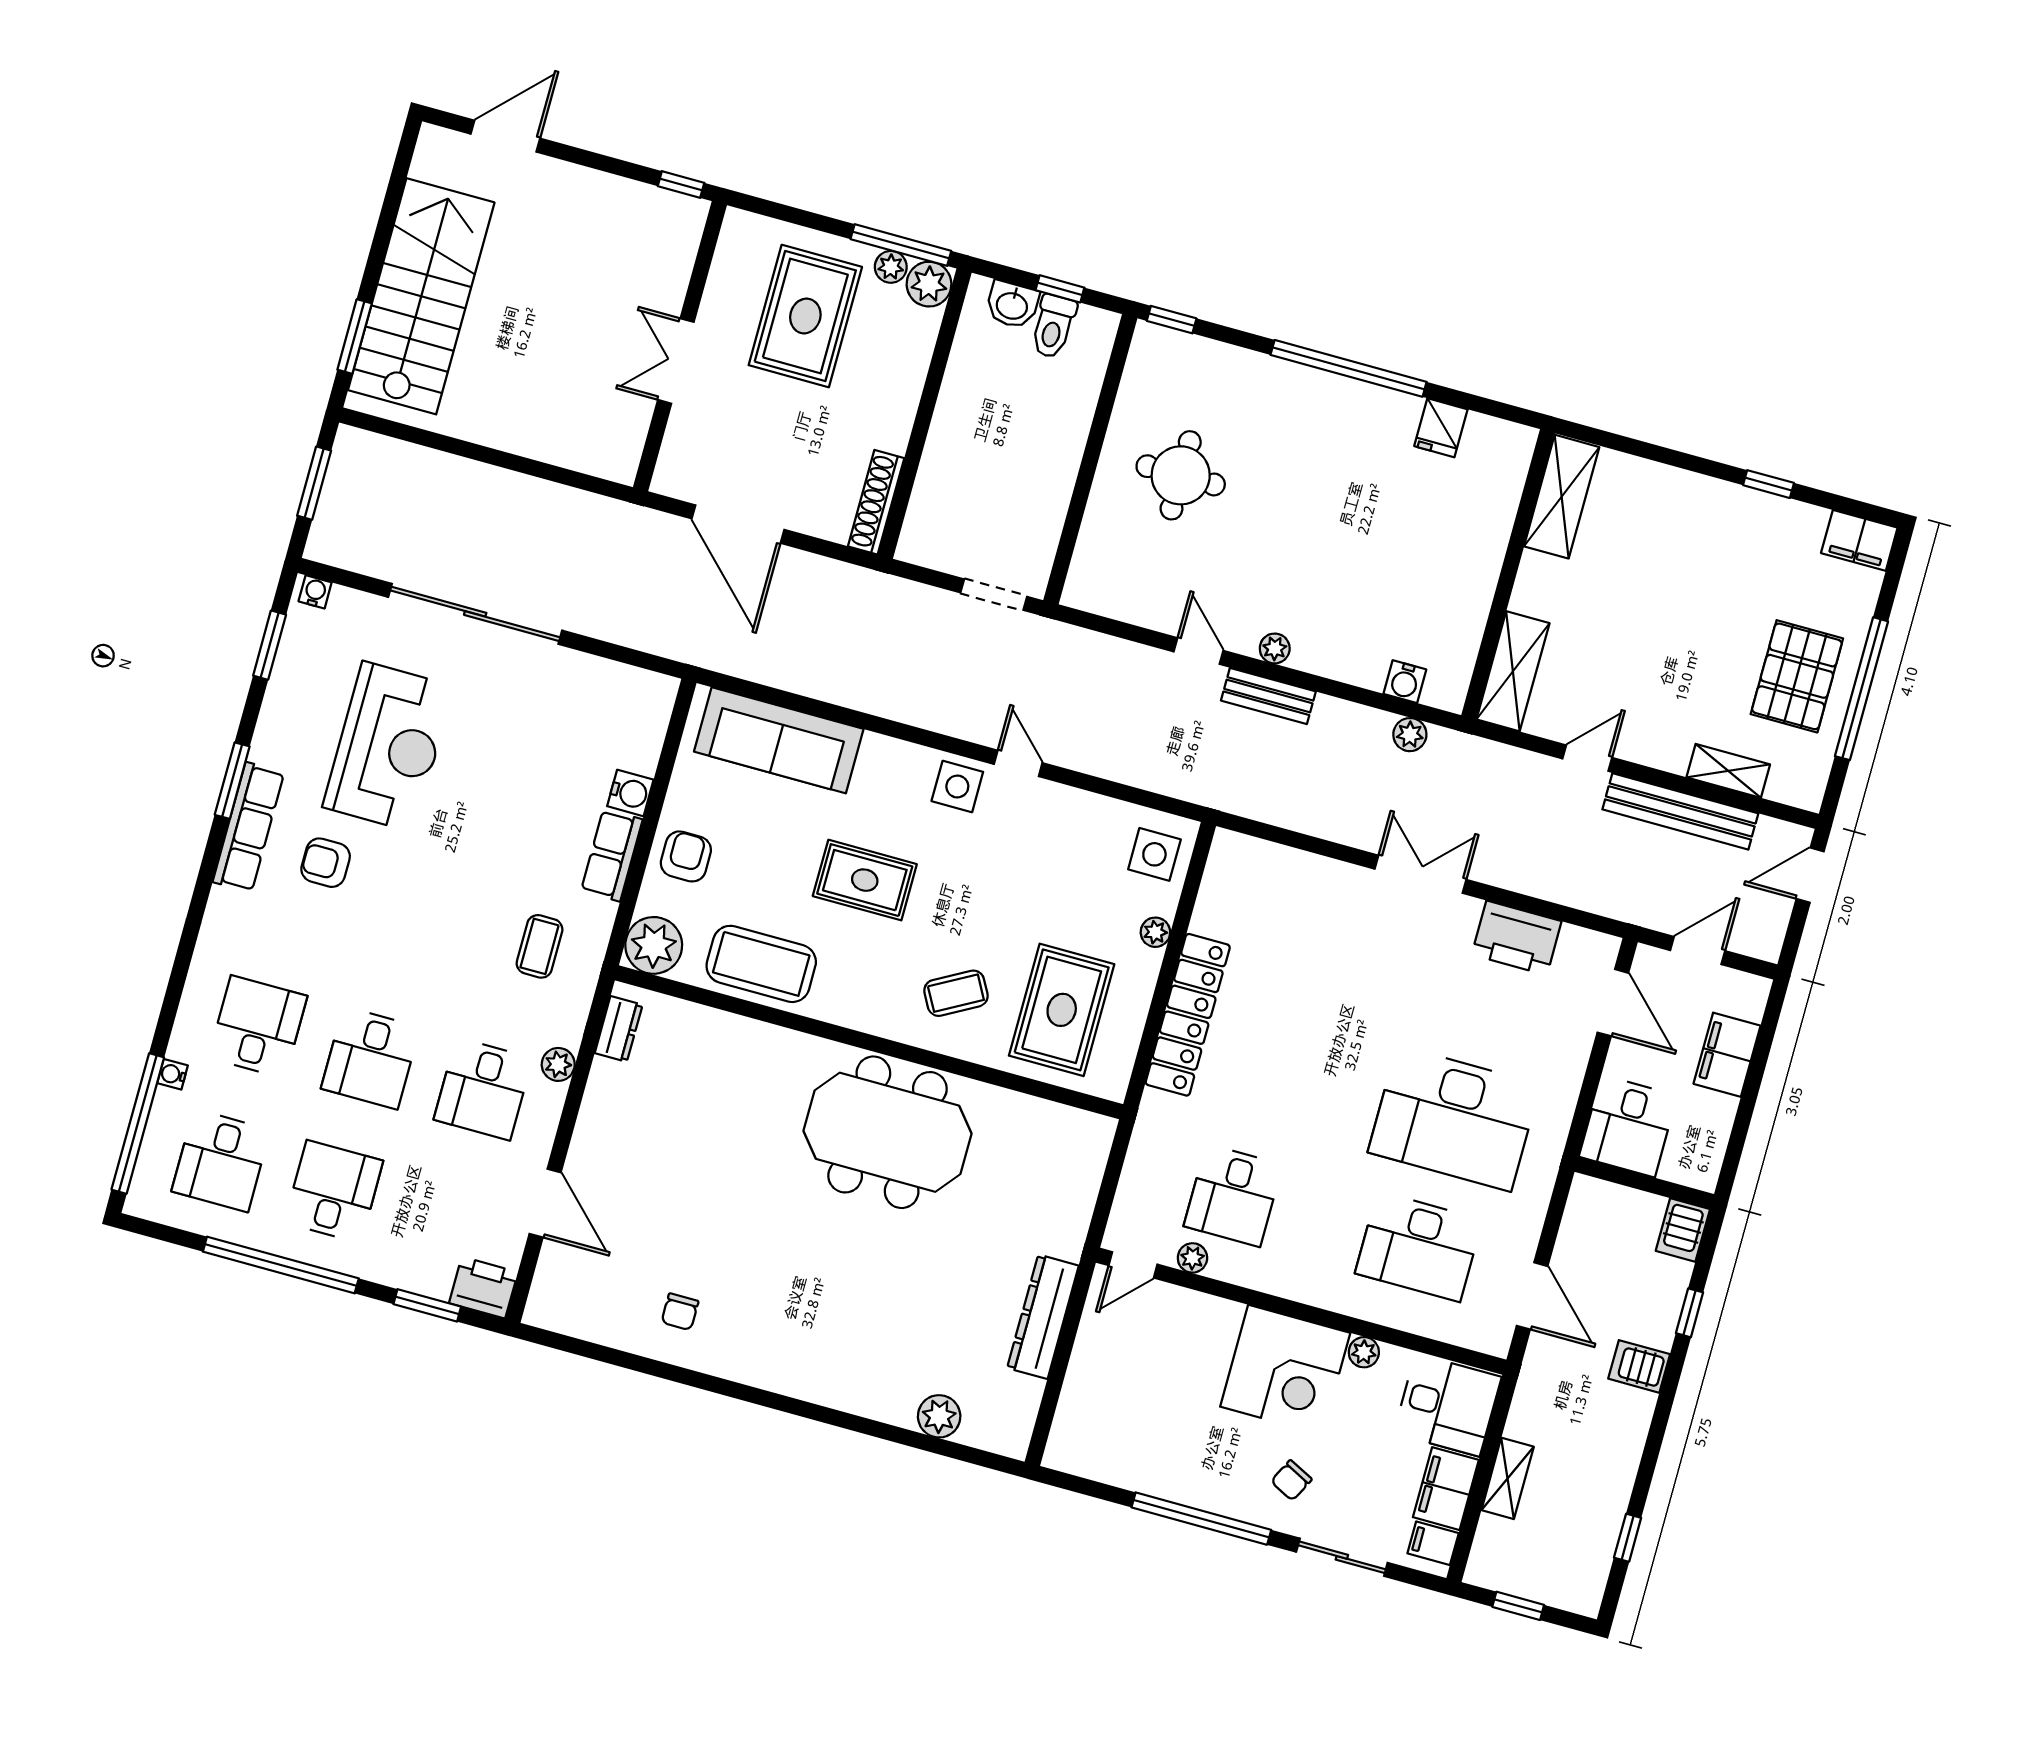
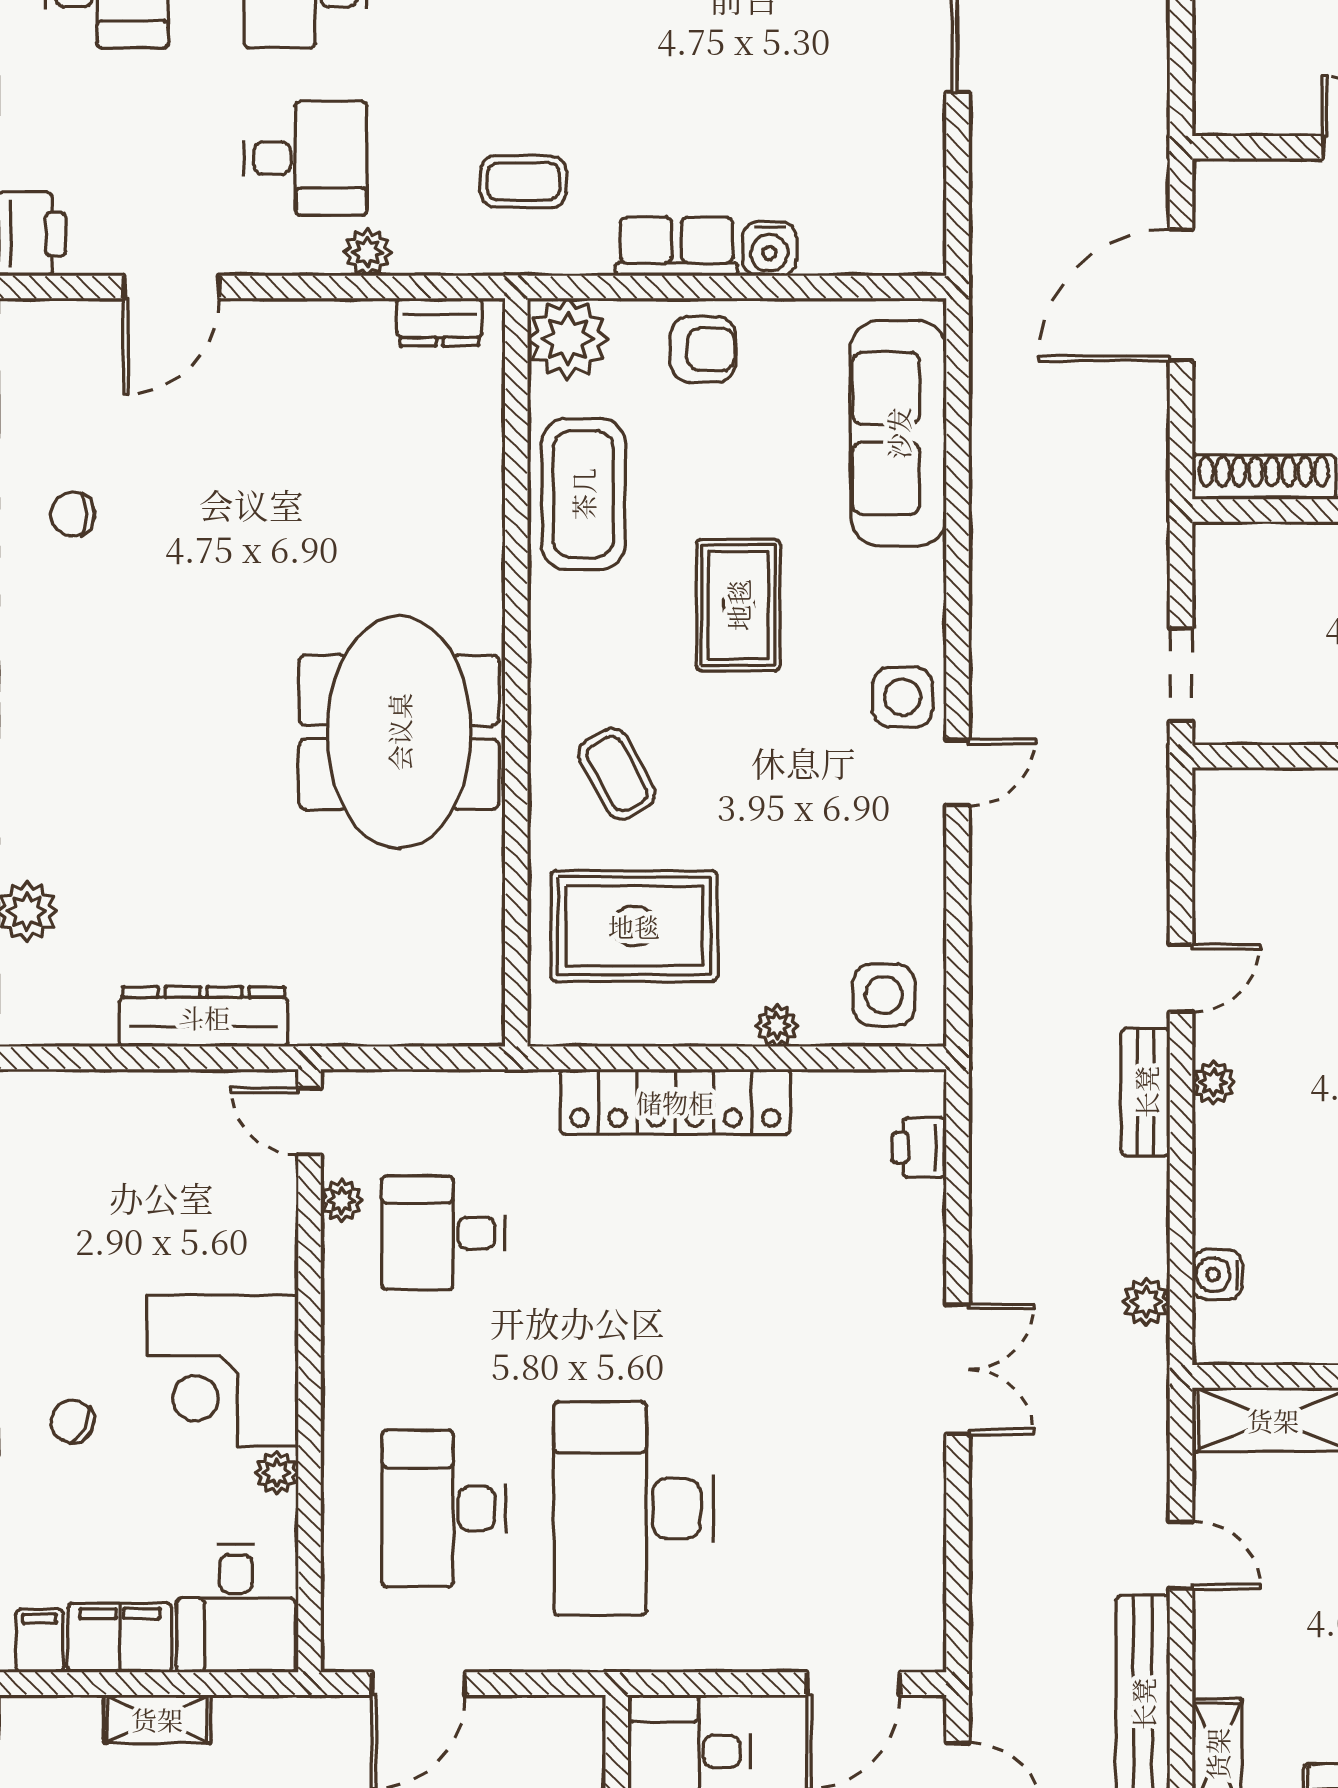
printer: (1517, 938) -> (919, 1148), moved, width x0.53, depth x0.68
desk: (483, 1089) -> (305, 158), turned 180

